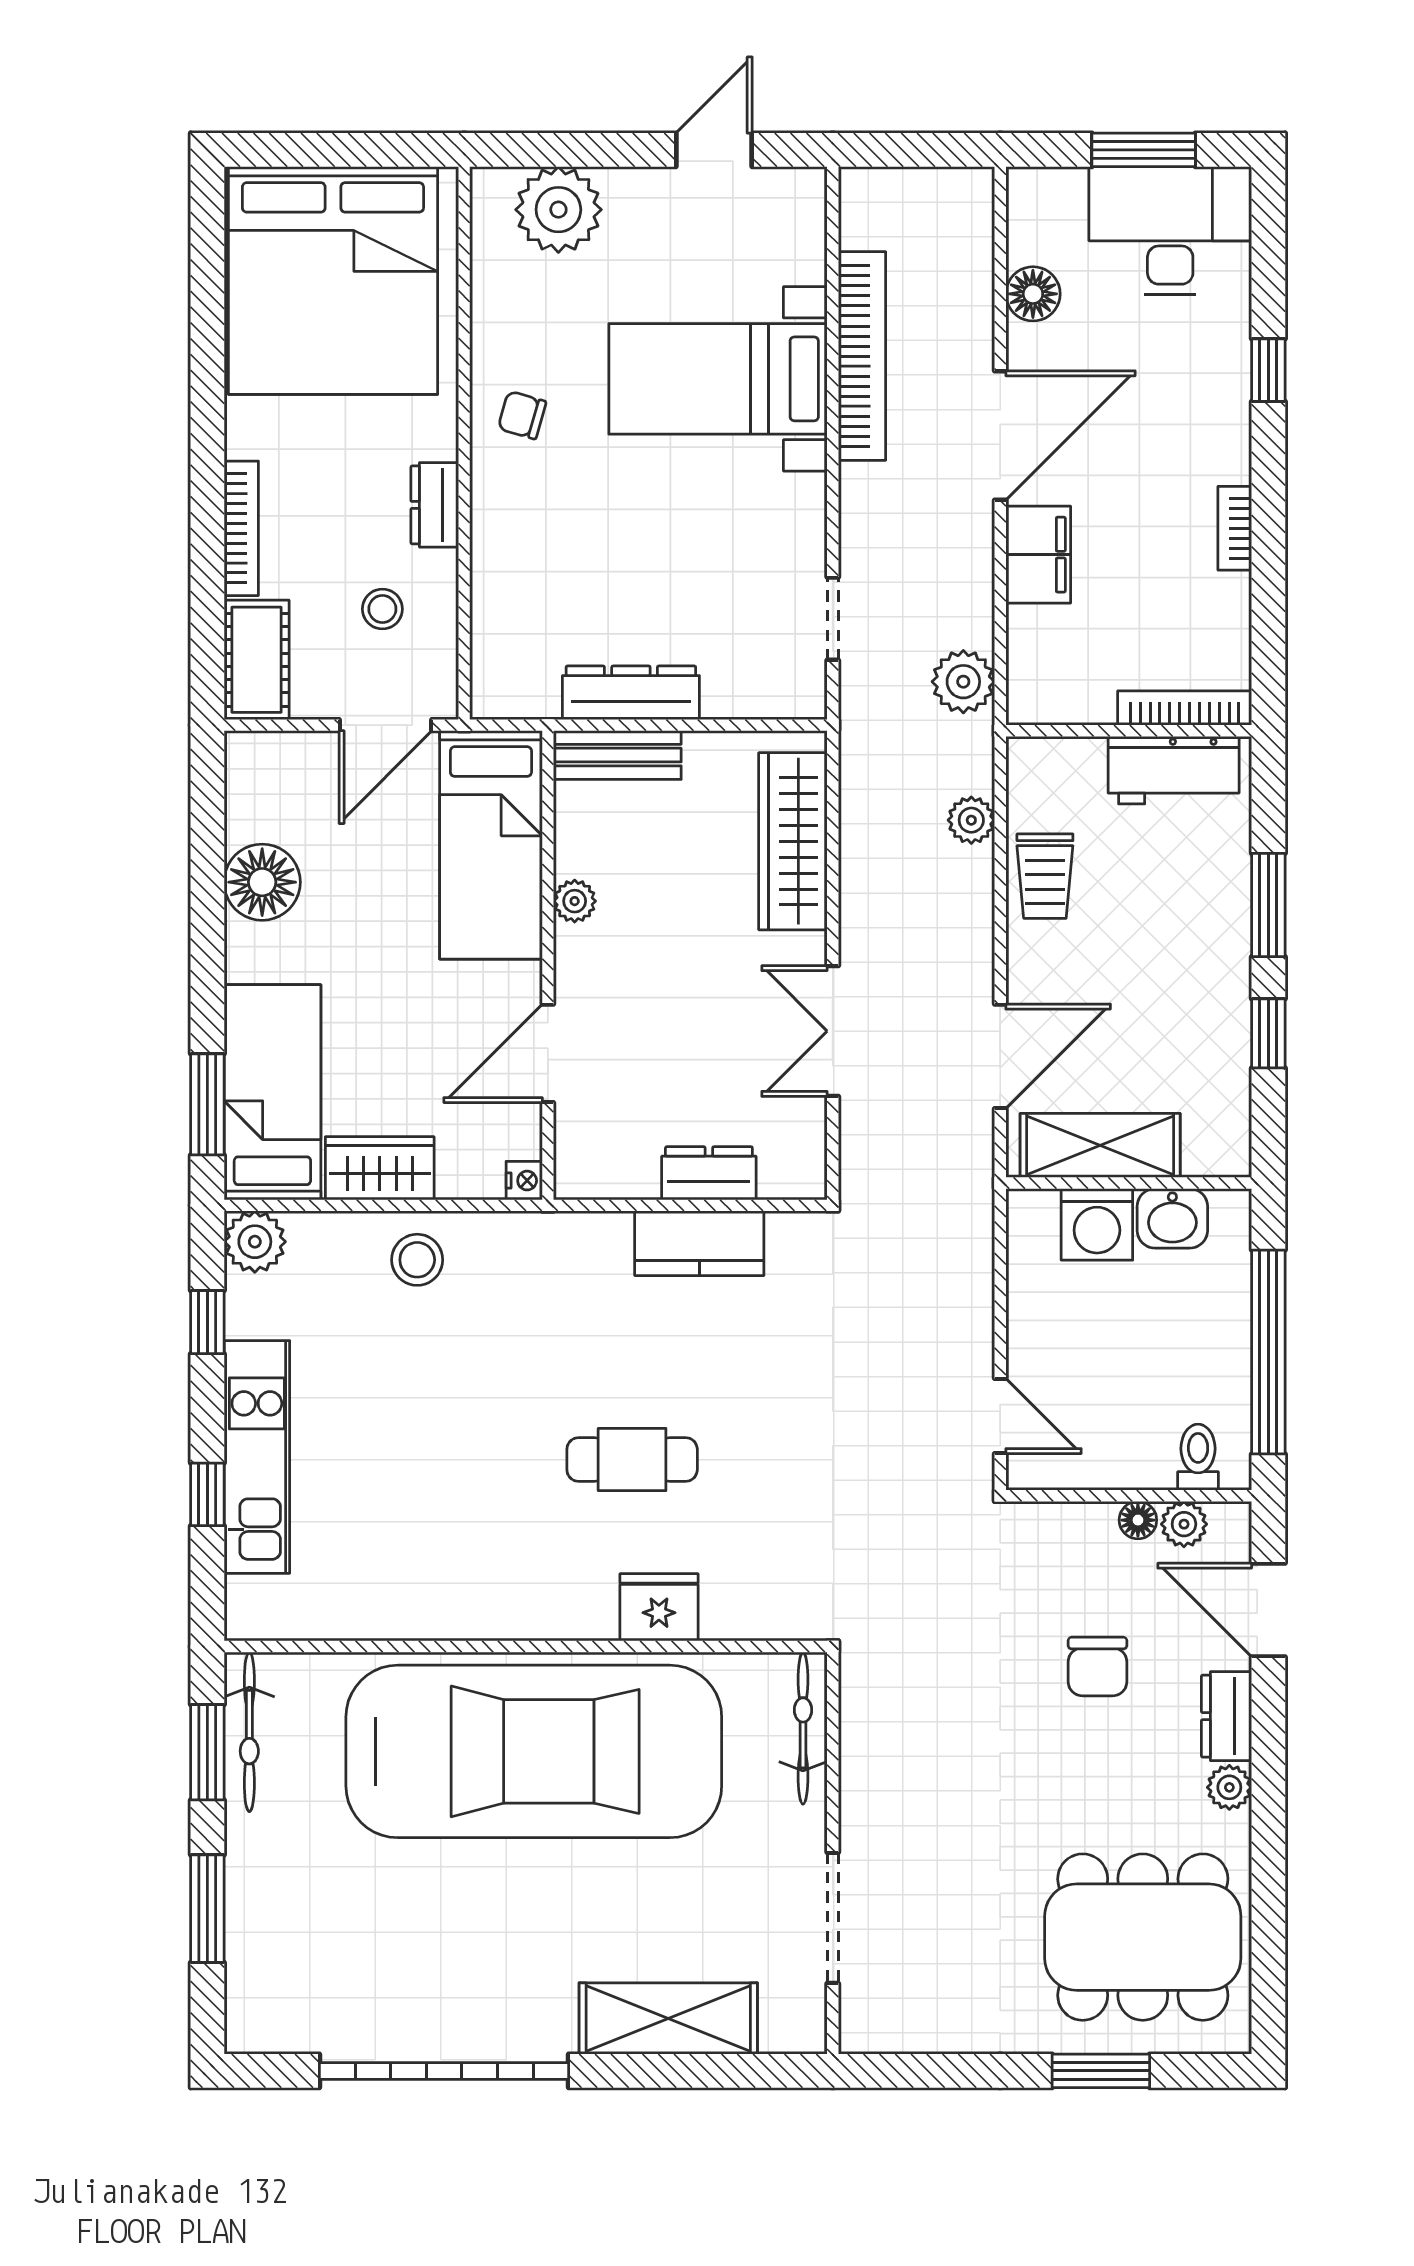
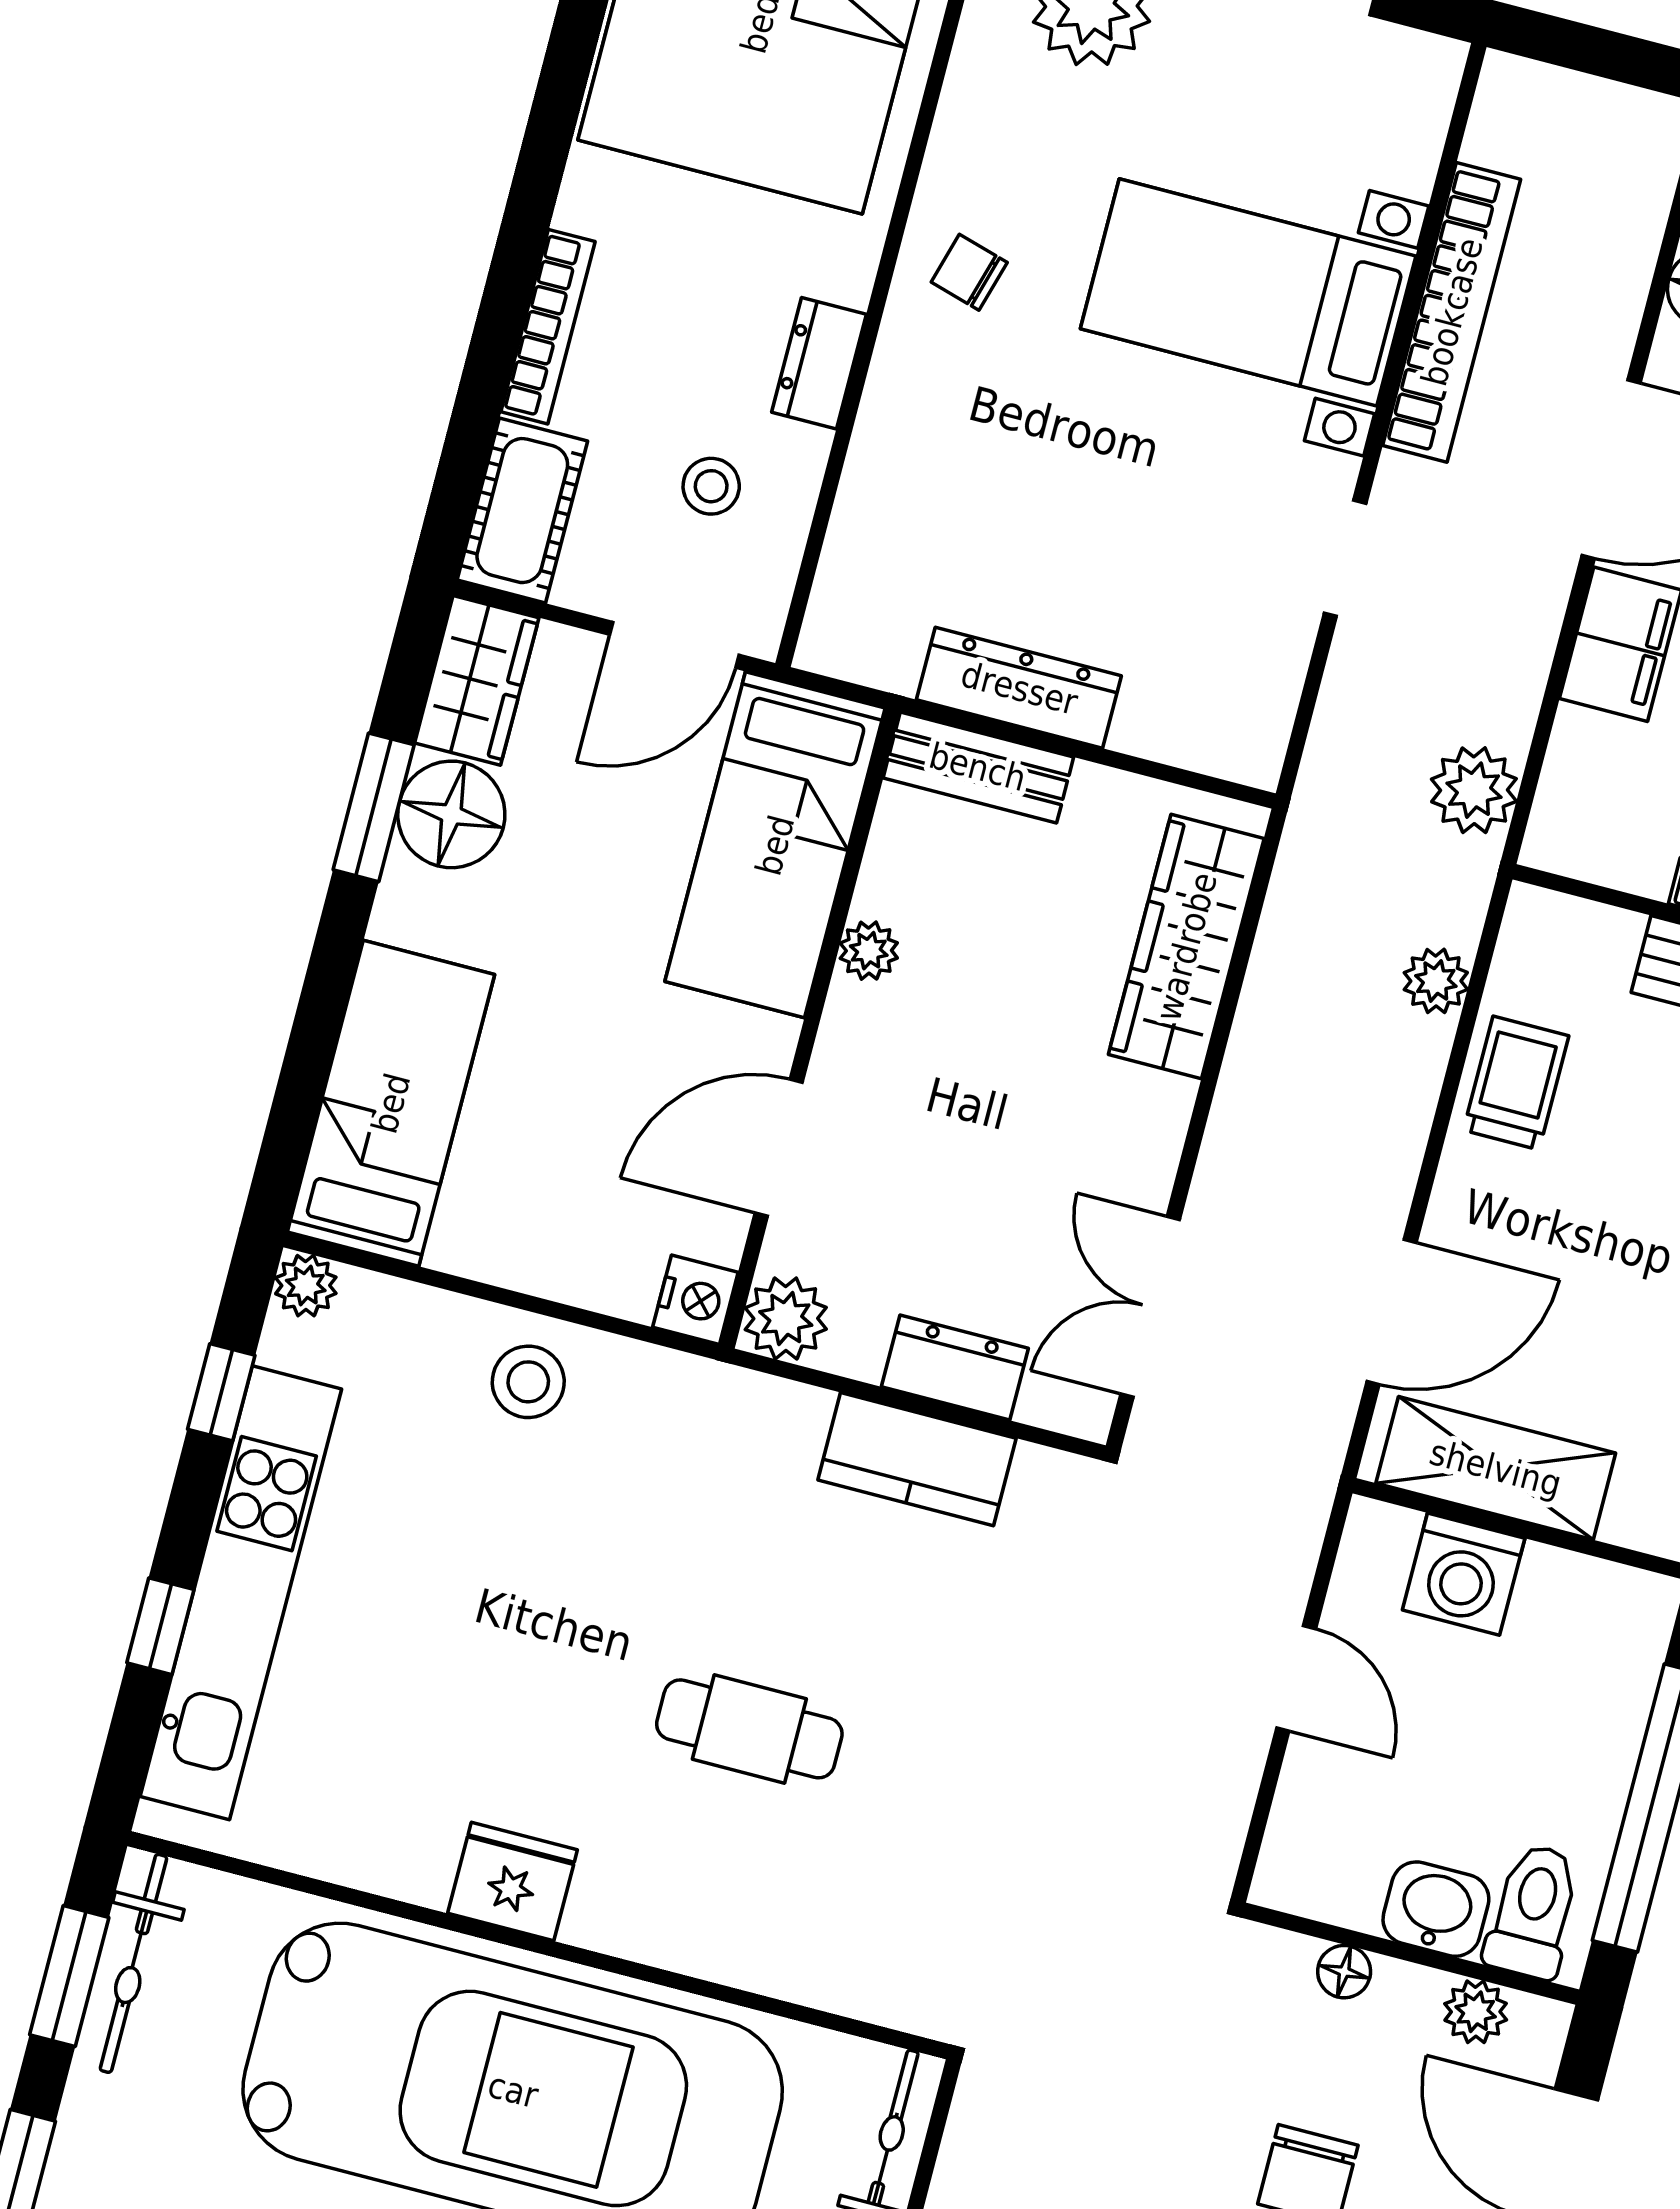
doorway: (833, 619) -> (1345, 558), moved
trolley: (1045, 876) -> (1516, 1083), turned 180
double door: (833, 1031) -> (1150, 1307), moved
window: (207, 1104) -> (374, 807), moved
wardrobe: (380, 1168) -> (477, 680), moved, turned 90
plant: (583, 1170) -> (786, 1319), added
nightstand: (524, 1181) -> (695, 1300), width x1.39, depth x1.35
washbasin: (1172, 1218) -> (1436, 1909), moved, turned 180
plant: (255, 1242) -> (306, 1286), width x0.73, depth x0.73
door: (1000, 1416) -> (1296, 1678), moved
kitchen unit: (257, 1457) -> (241, 1593), width x1.36
toilet: (1198, 1457) -> (1533, 1911), width x1.37, depth x1.39
floor lamp: (1138, 1520) -> (1344, 1972), moved
fridge: (659, 1607) -> (513, 1882), moved

